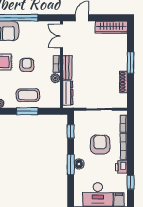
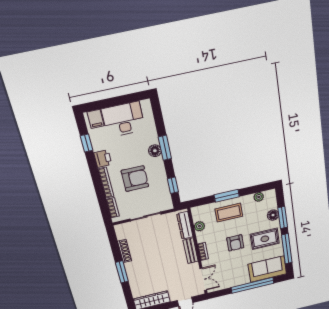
plant: (55, 78) -> (199, 226), moved
armchair: (100, 144) -> (135, 179), turned -90

